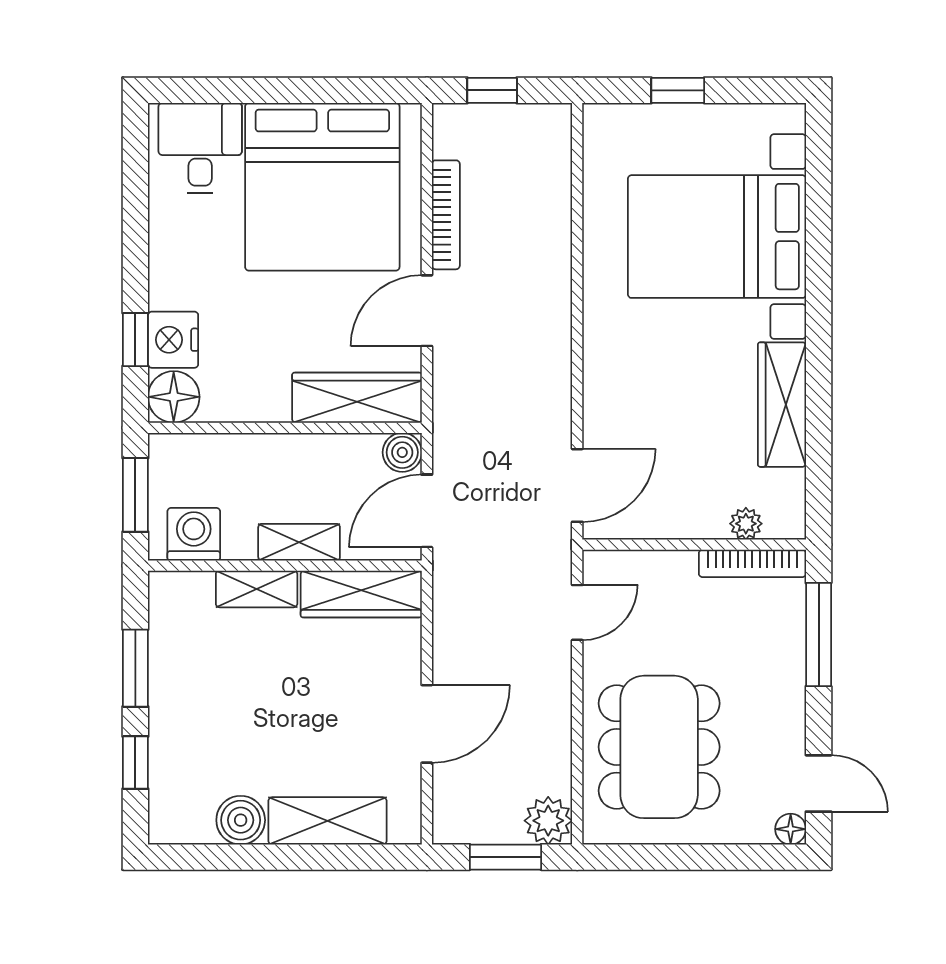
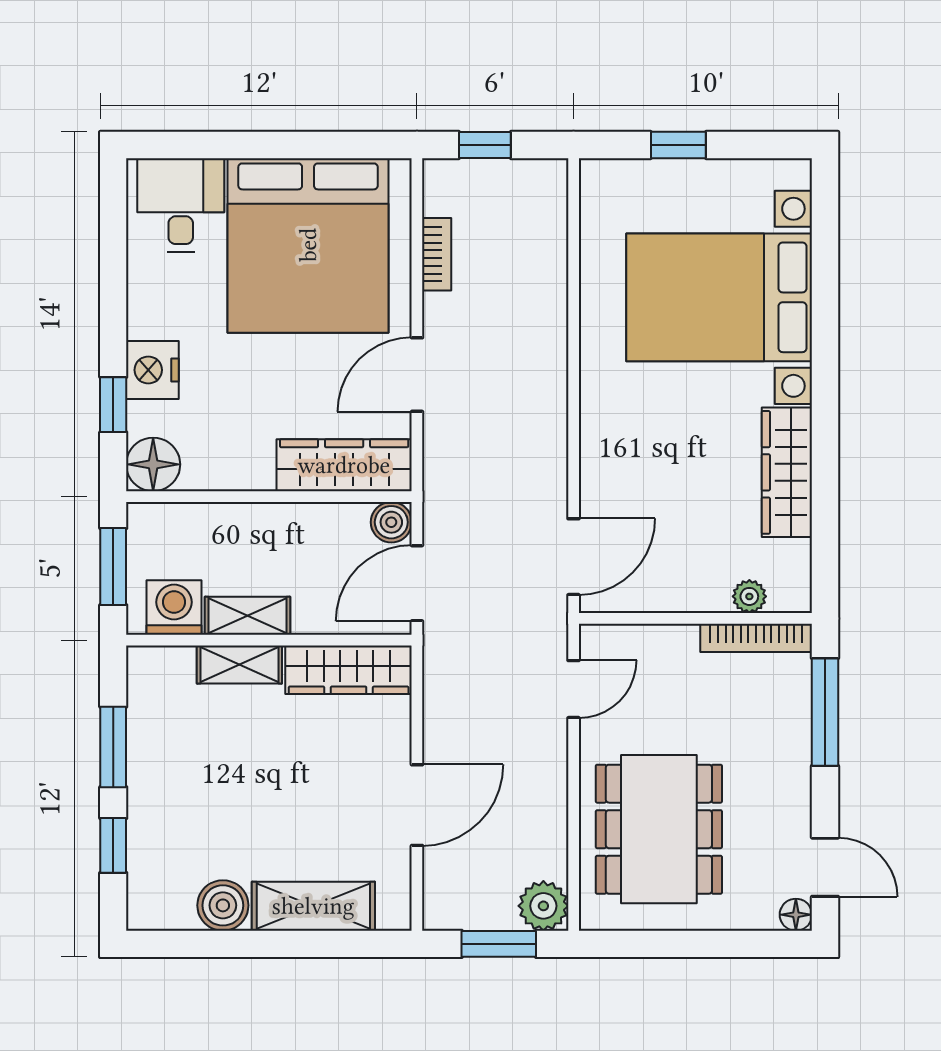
bookcase: (446, 215) -> (437, 254), width x0.64
nightstand: (173, 340) -> (152, 370), moved
shelving: (299, 542) -> (248, 616), moved

